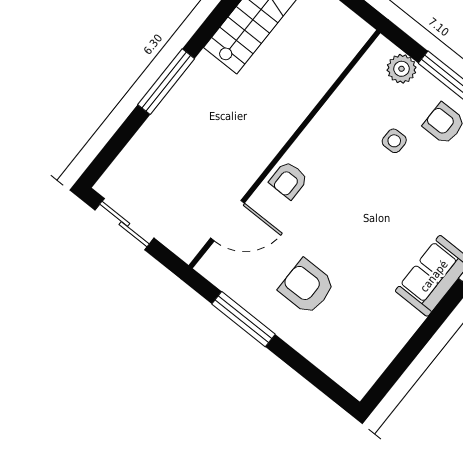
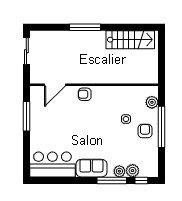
door: (228, 221) -> (55, 85), hinge flipped
armchair: (307, 287) -> (54, 129), removed
bar counter: (370, 342) -> (52, 164), added

